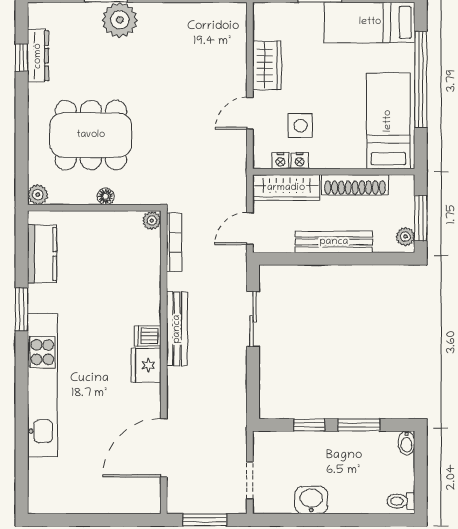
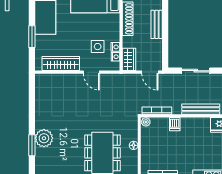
wardrobe: (267, 65) -> (61, 64), width x1.50
wardrobe: (286, 188) -> (129, 59), width x0.67
bench: (334, 242) -> (157, 24), width x0.73
dishwasher: (148, 336) -> (175, 124), moved

